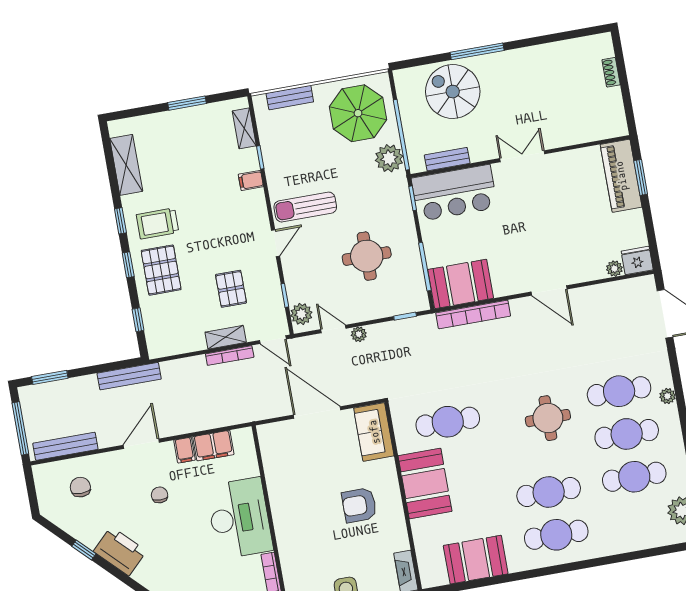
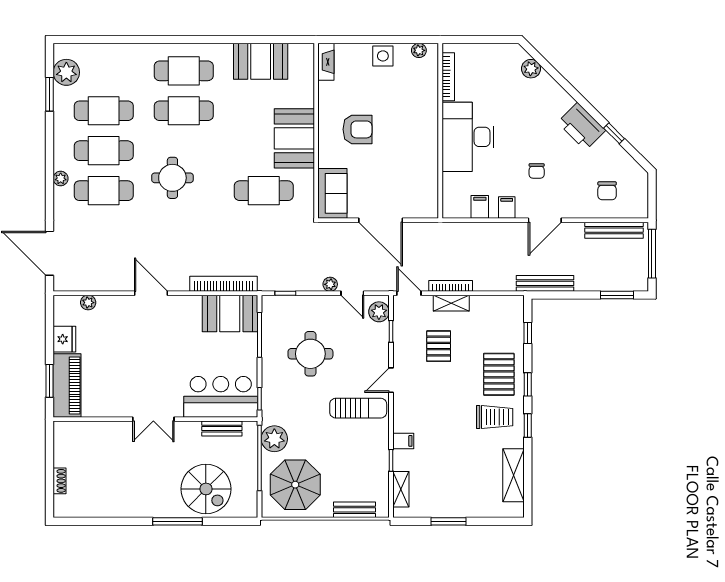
fridge: (637, 260) -> (64, 339), moved, turned -90
filing cabinet: (213, 446) -> (480, 207), width x0.50

